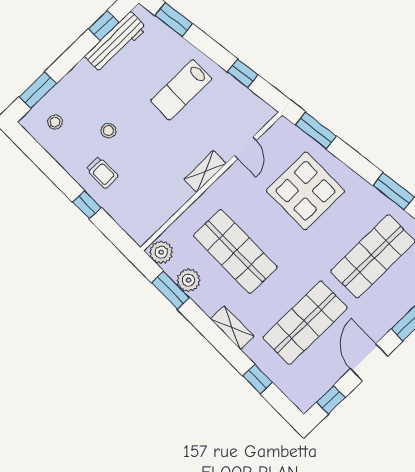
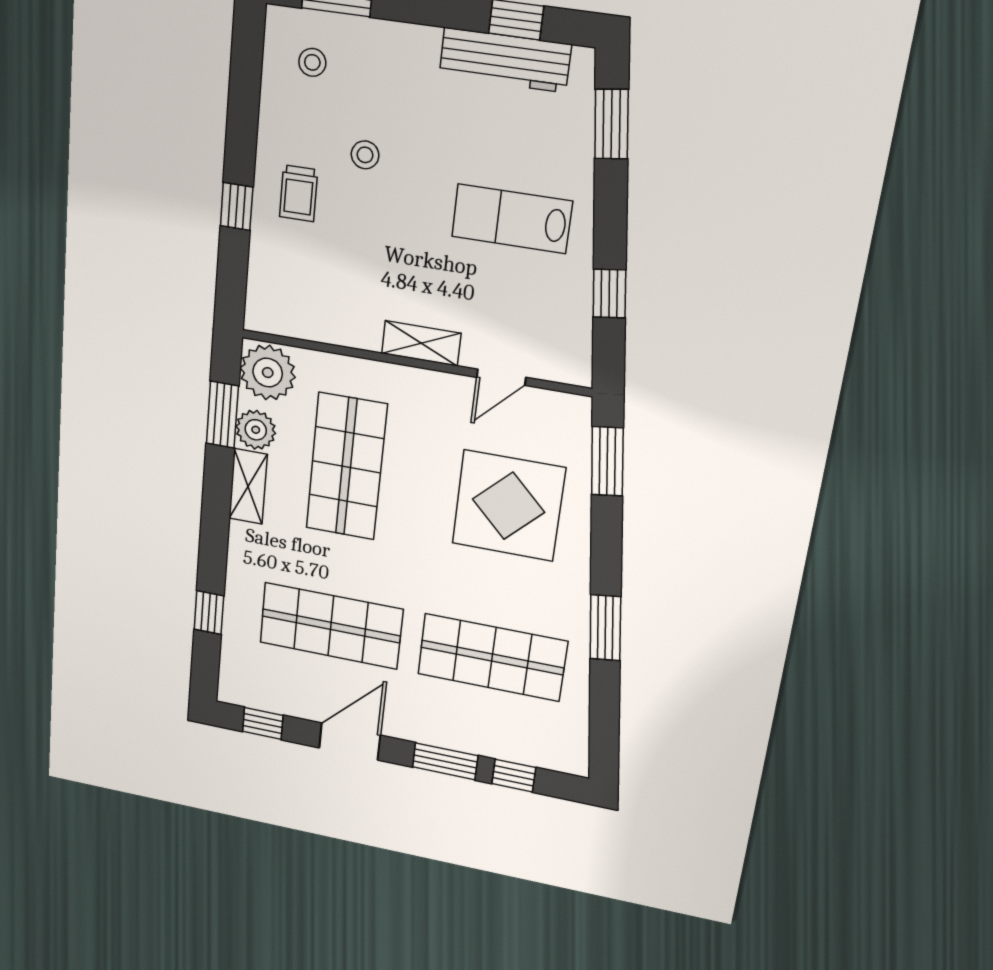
plant: (161, 252) -> (268, 373), width x1.36, depth x1.36
shelving: (232, 328) -> (248, 486), moved

